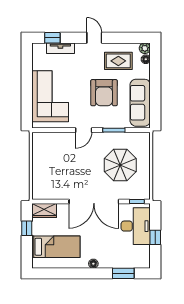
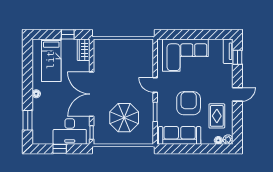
tv unit: (60, 48) -> (228, 51), moved
armchair: (104, 93) -> (189, 103), turned 90

